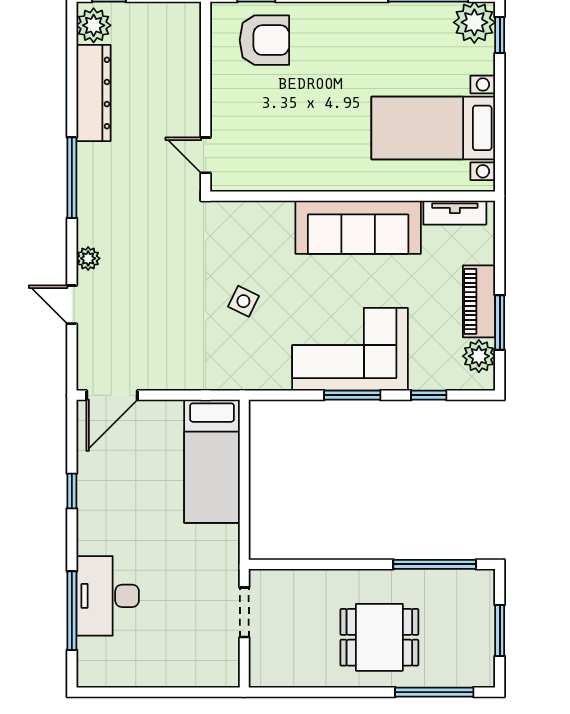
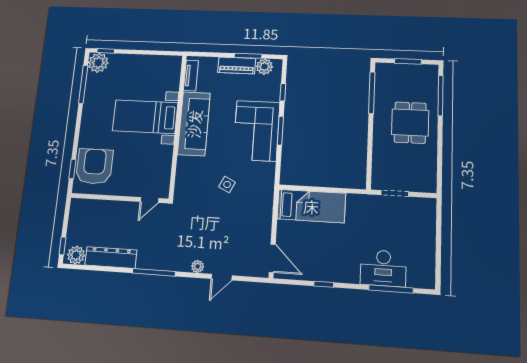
armchair: (264, 40) -> (94, 166), width x1.36, depth x1.36
bed with nightstands: (433, 128) -> (145, 117), moved, turned 90

